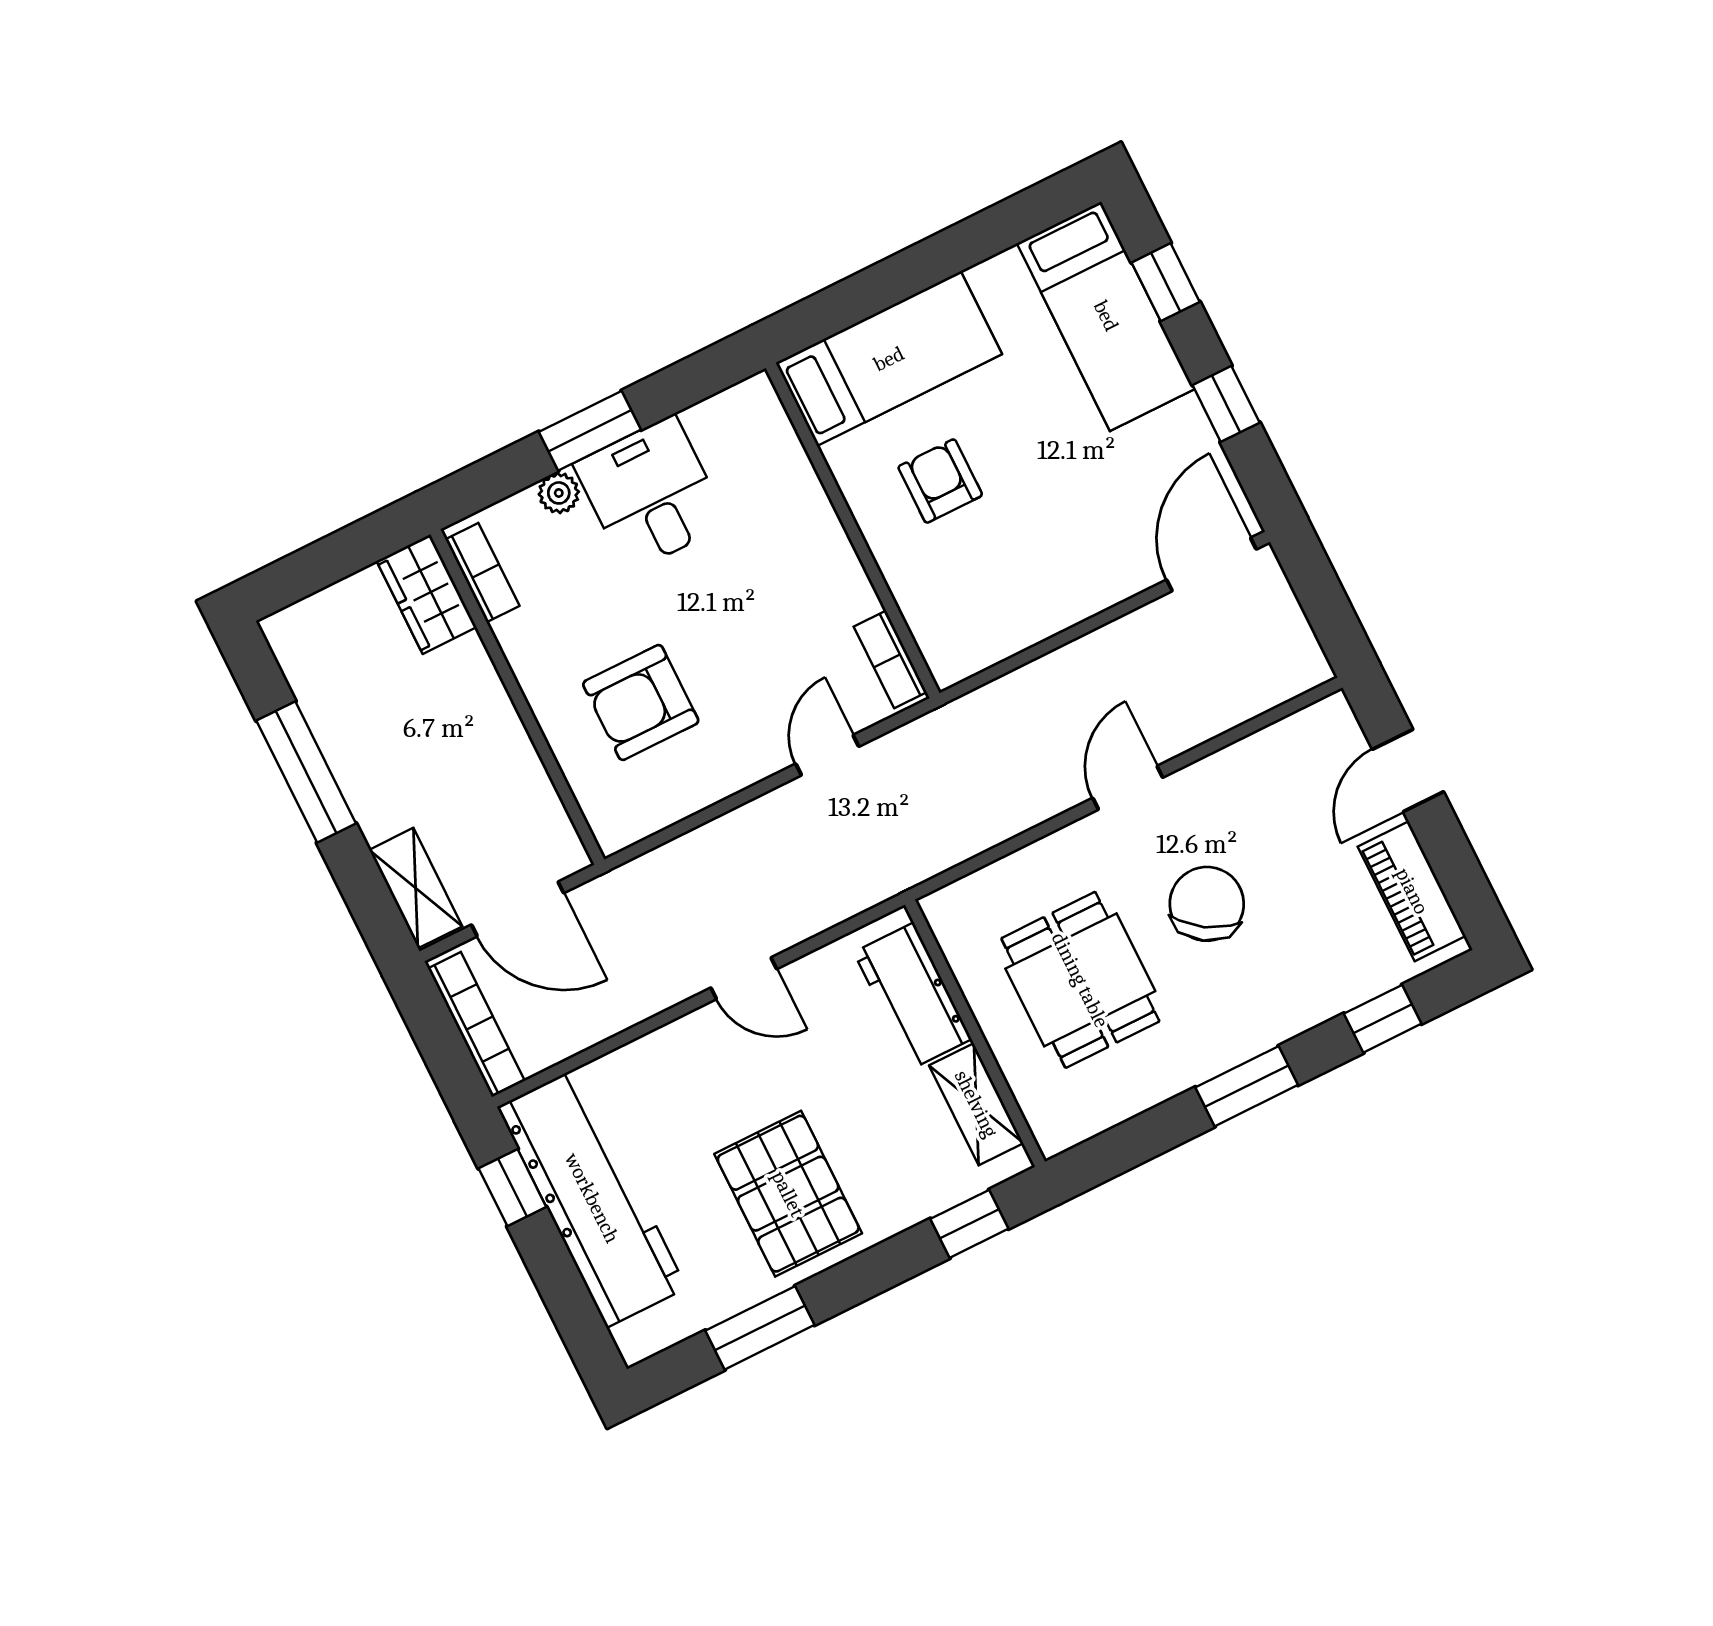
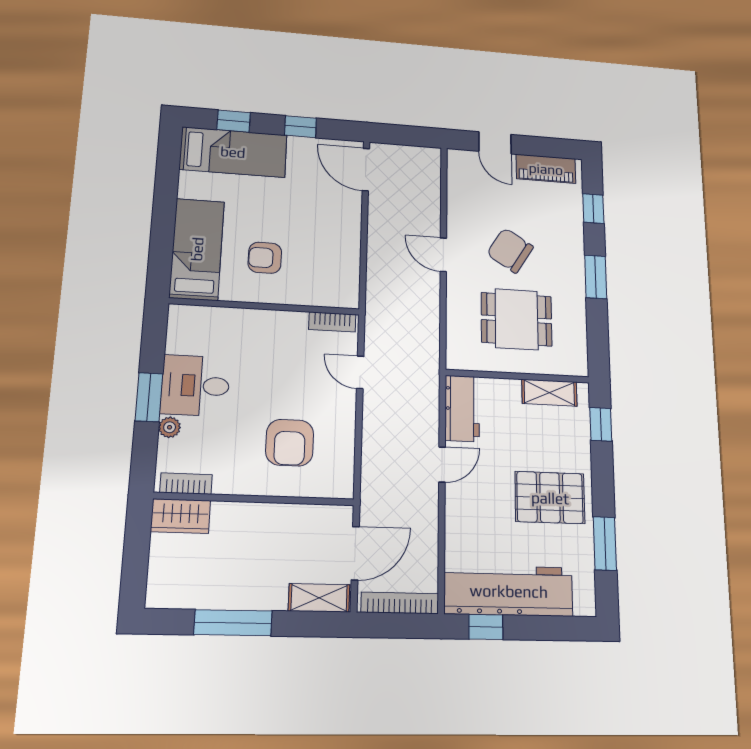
workbench: (913, 996) -> (462, 408), moved, turned -90

